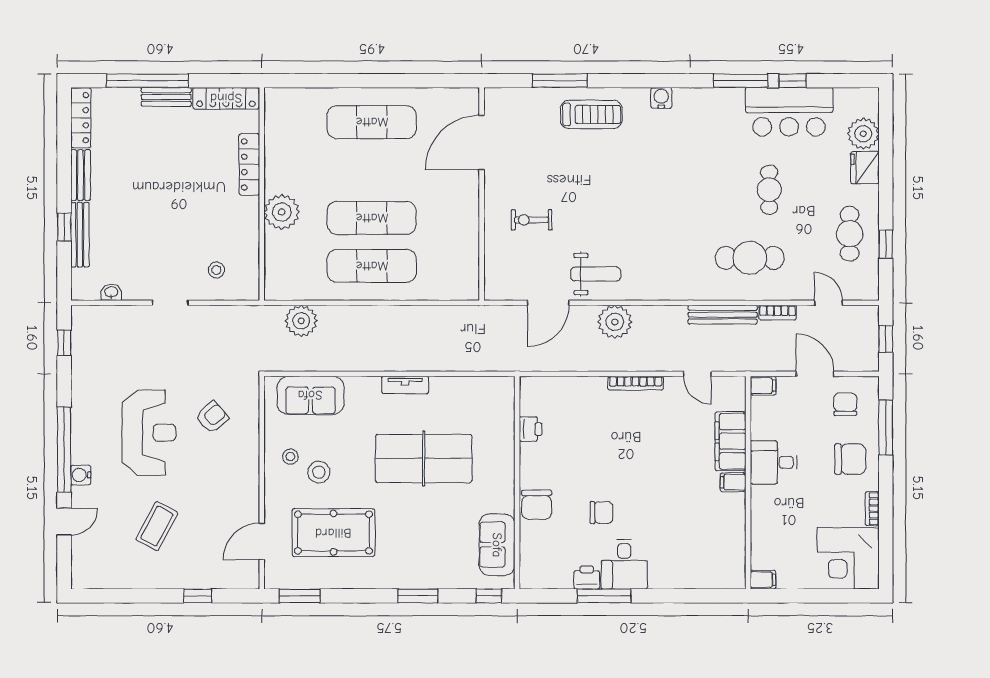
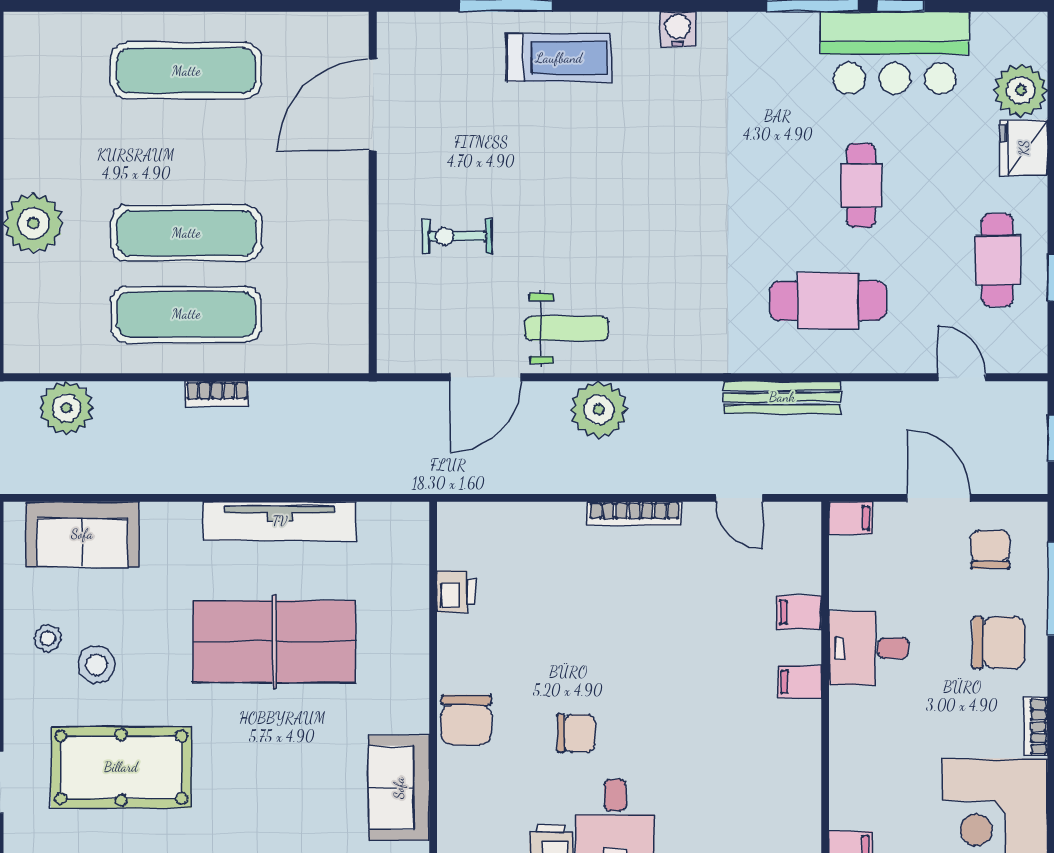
bookcase: (778, 313) -> (217, 394), moved
tv unit: (405, 385) -> (280, 521), width x1.92, depth x1.29
filing cabinet: (730, 441) -> (799, 612), width x0.33, depth x0.86

